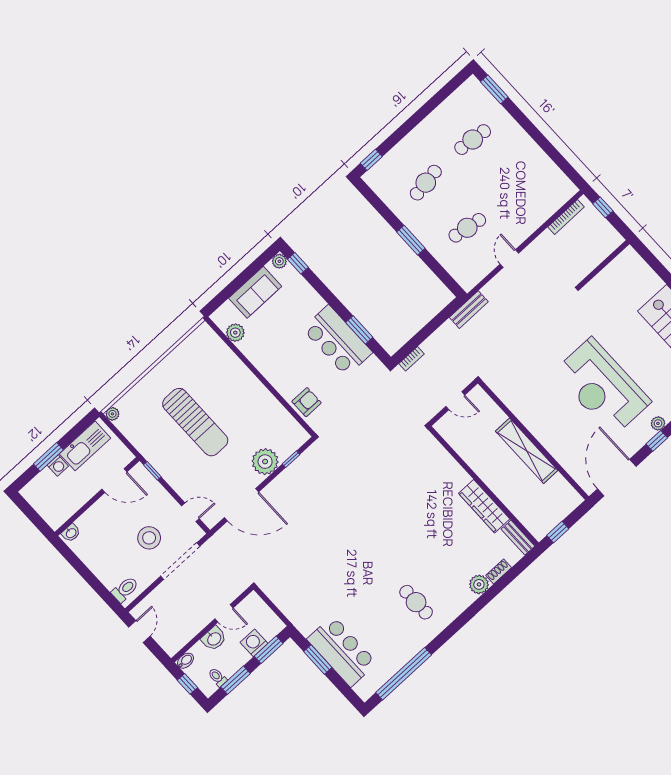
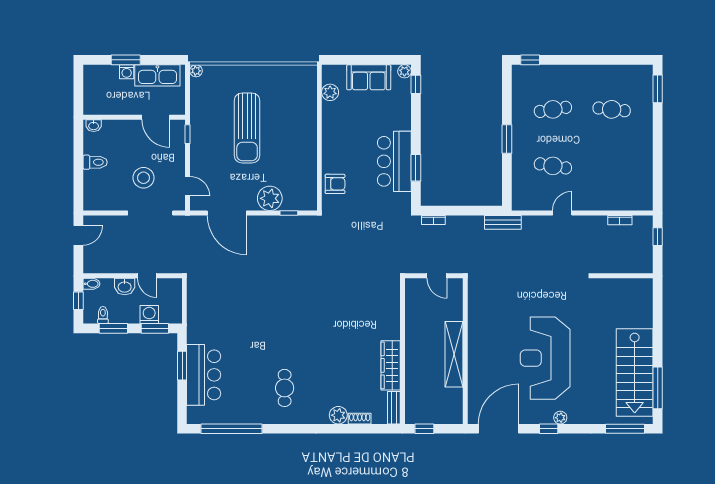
bookcase: (566, 217) -> (620, 220), width x0.64
toilet: (125, 589) -> (95, 162), moved

